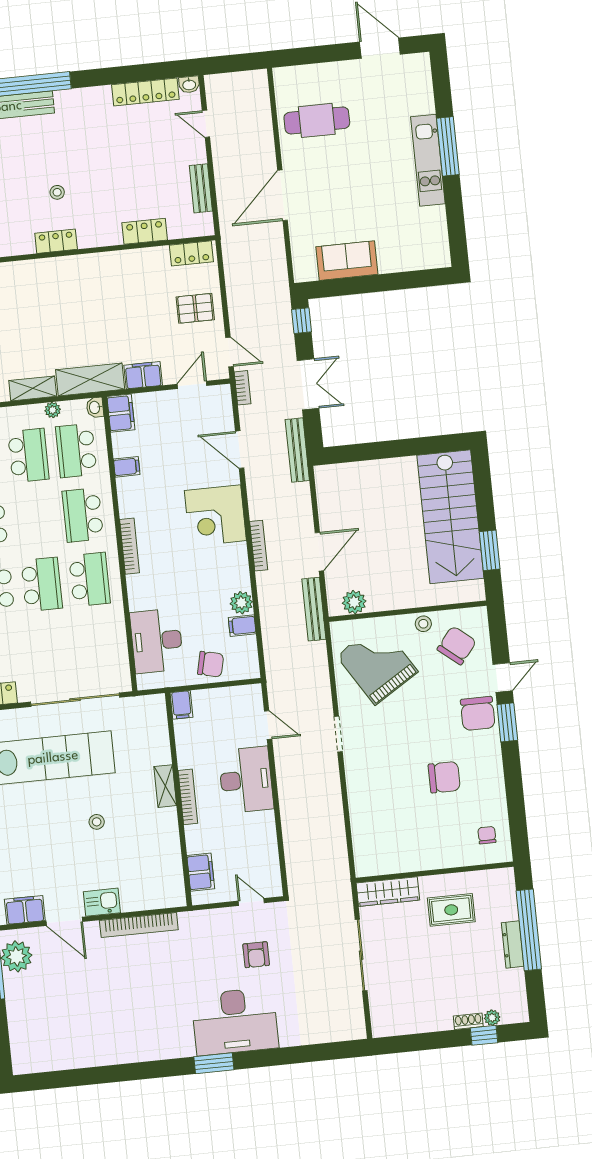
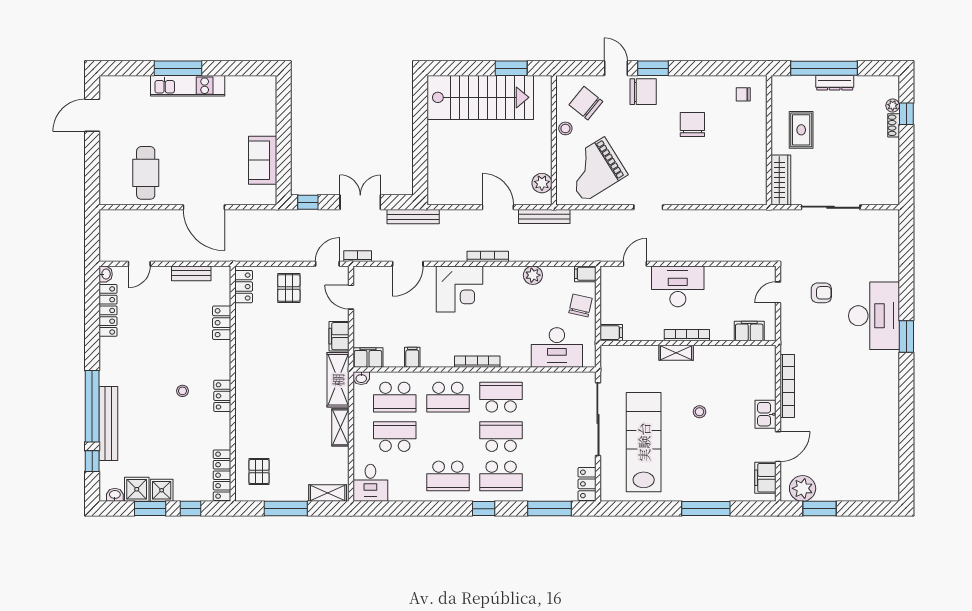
plant: (53, 410) -> (360, 413), removed
filing cabinet: (242, 626) -> (585, 274), moved, turned 90

